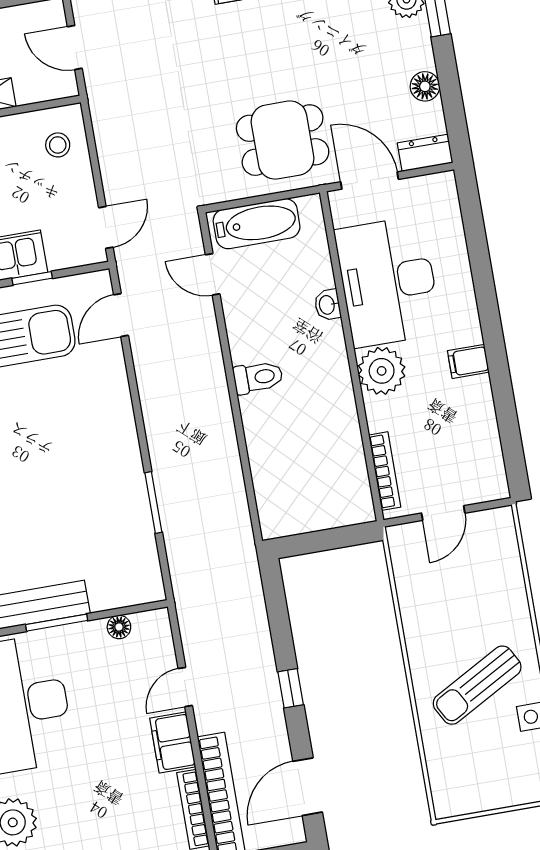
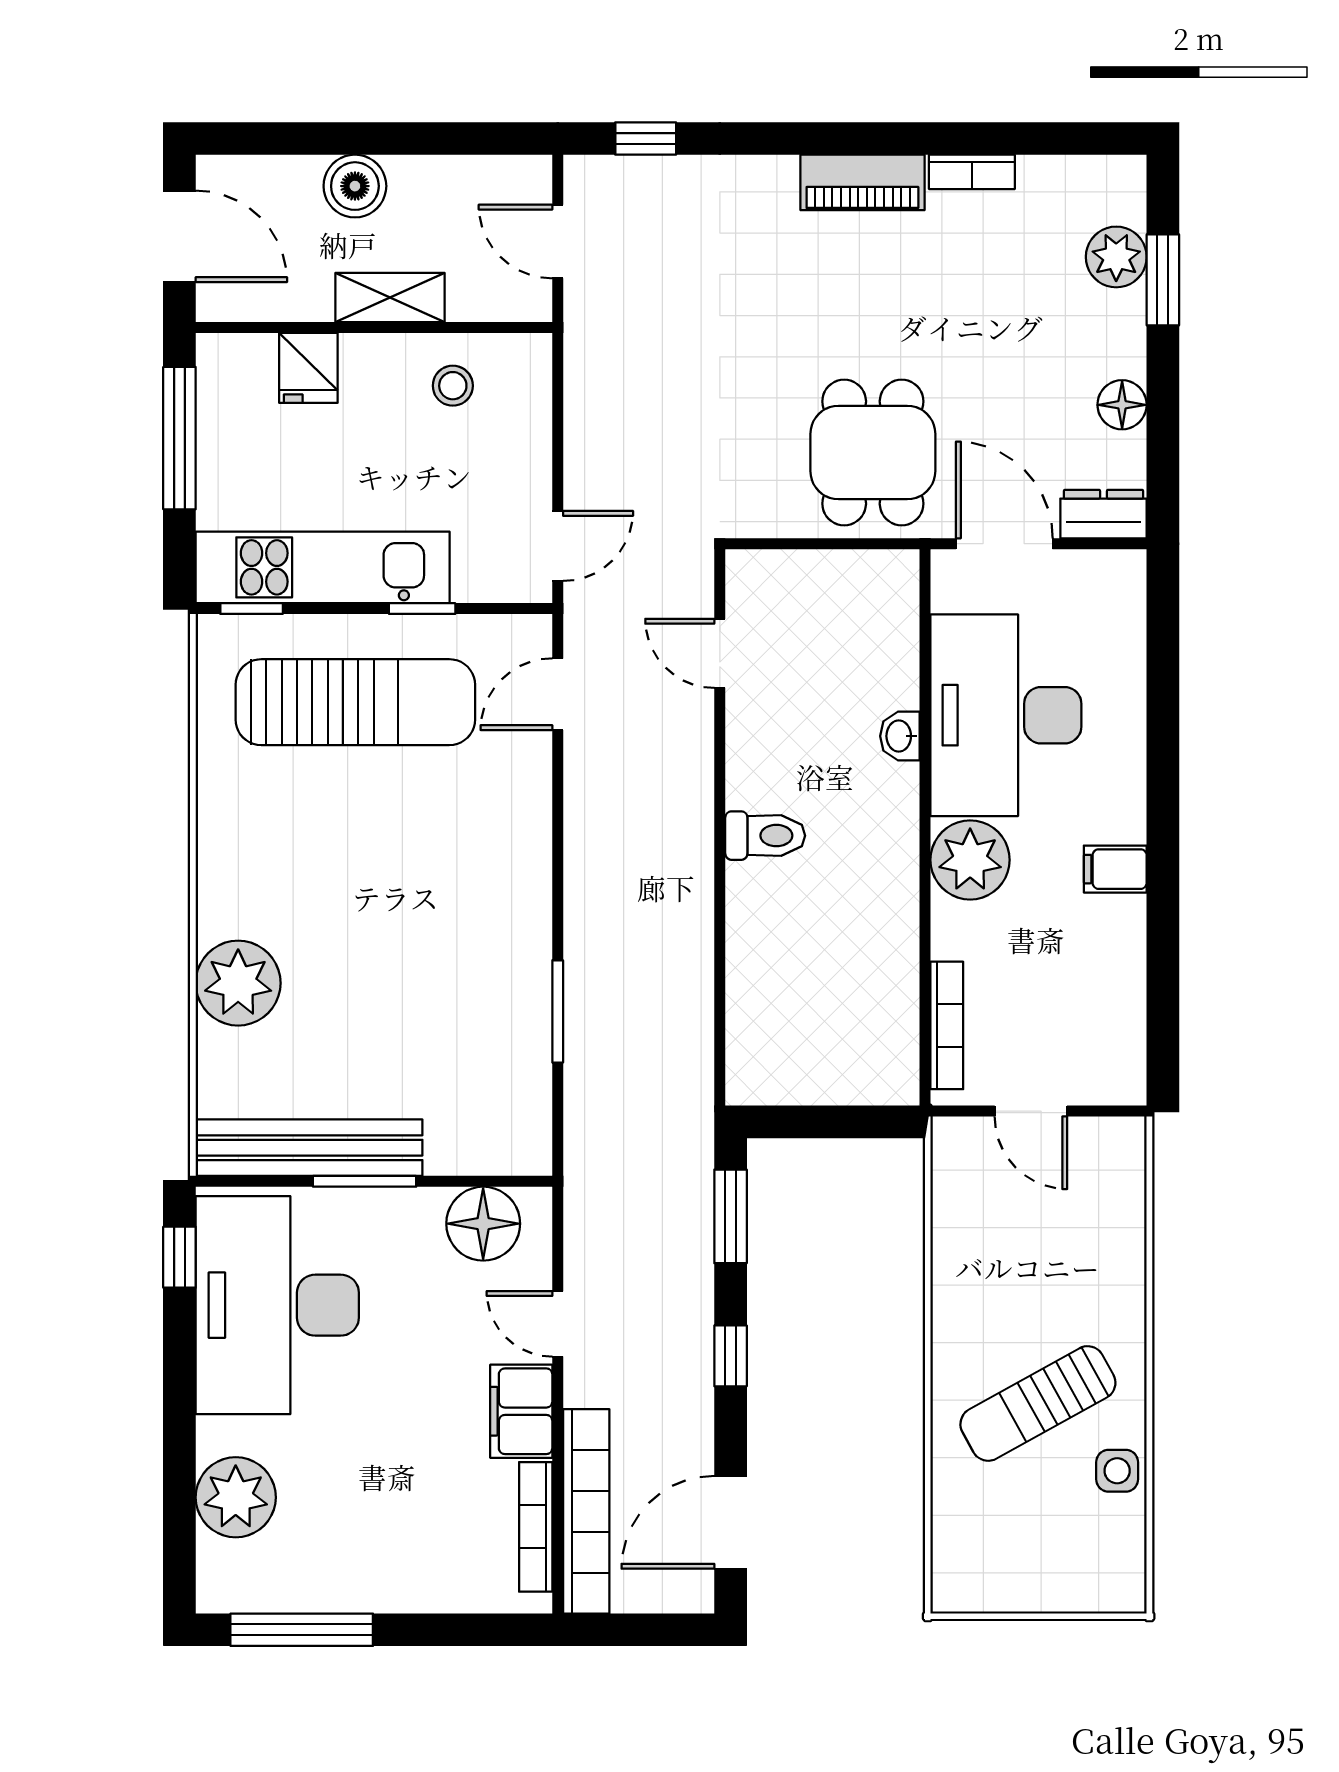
dining table: (283, 140) -> (873, 453), turned 90
stool: (58, 145) -> (453, 386), moved
bathtub: (257, 224) -> (806, 582), removed
door: (443, 513) -> (1031, 1111), hinge flipped
window: (276, 606) -> (731, 1216), added
floor lamp: (119, 627) -> (483, 1224), width x1.89, depth x1.89
door: (185, 687) -> (558, 1324), hinge flipped

